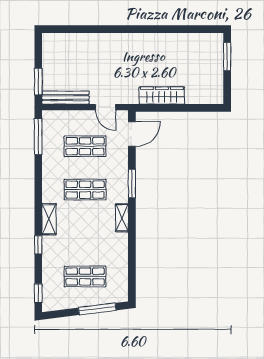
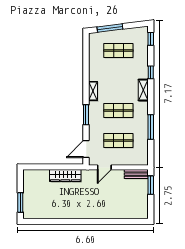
bench: (66, 98) -> (136, 174), width x0.73
door: (105, 107) -> (104, 167), swing flipped
window: (38, 136) -> (151, 127), moved

